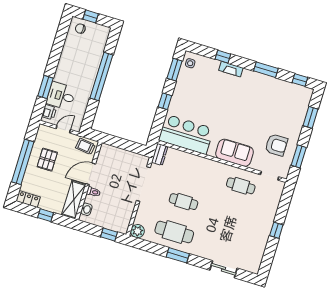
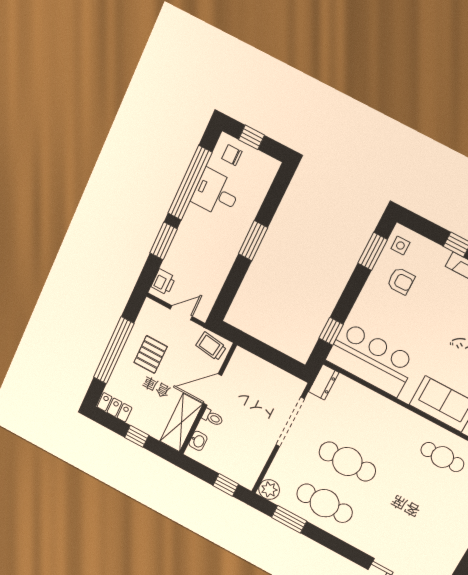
window: (57, 49) -> (190, 183), added
window: (101, 77) -> (253, 241), width x0.47
armchair: (195, 84) -> (401, 281), added
desk: (61, 96) -> (216, 193), moved
window: (165, 101) -> (331, 331), moved
cafe table: (183, 202) -> (347, 462), width x1.37, depth x1.35
window: (178, 255) -> (289, 519), moved

